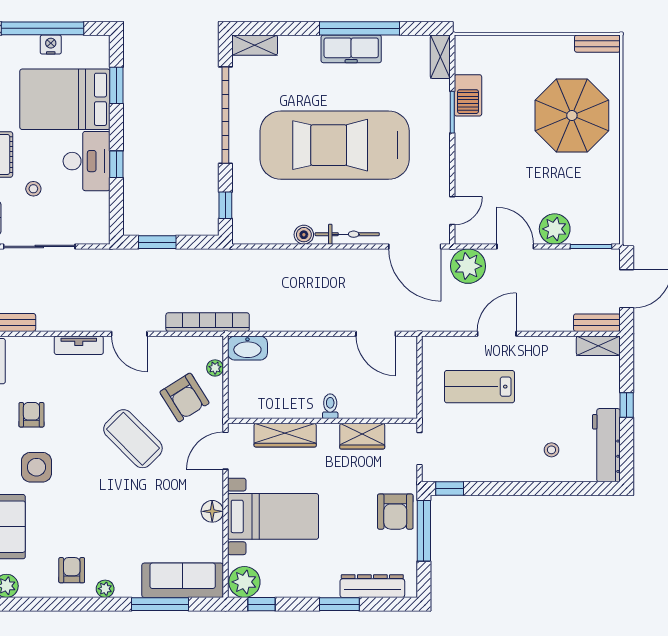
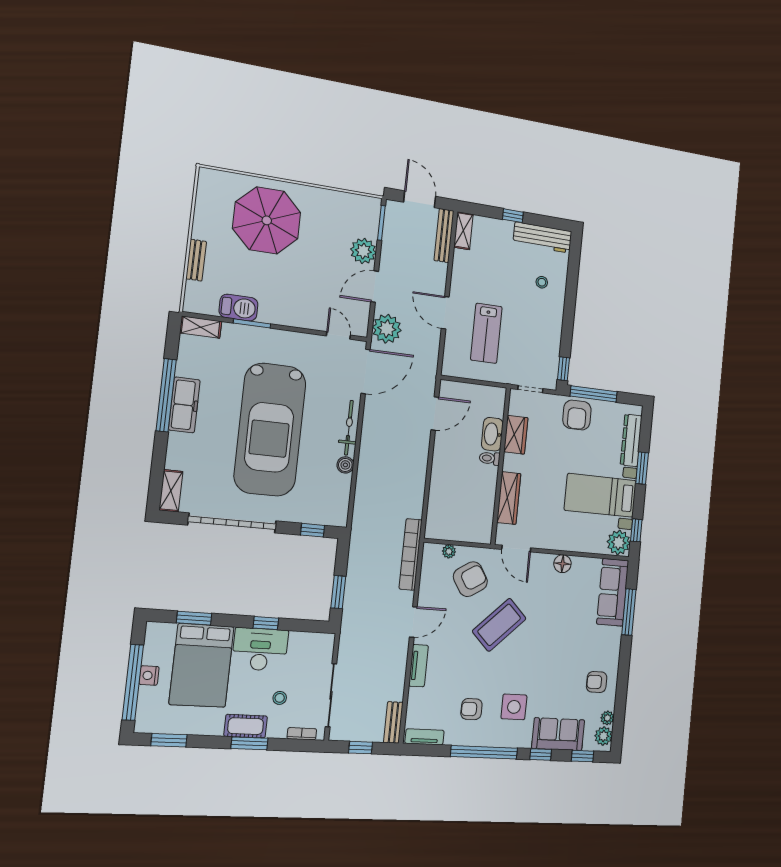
bench: (597, 44) -> (196, 260), moved
bench: (597, 323) -> (444, 236), width x1.36
washbasin: (247, 348) -> (492, 434), moved, turned 180
armchair: (395, 512) -> (577, 415), turned 90
bed with nightstands: (273, 516) -> (600, 495), moved, turned -90
plant: (105, 589) -> (607, 718), moved

